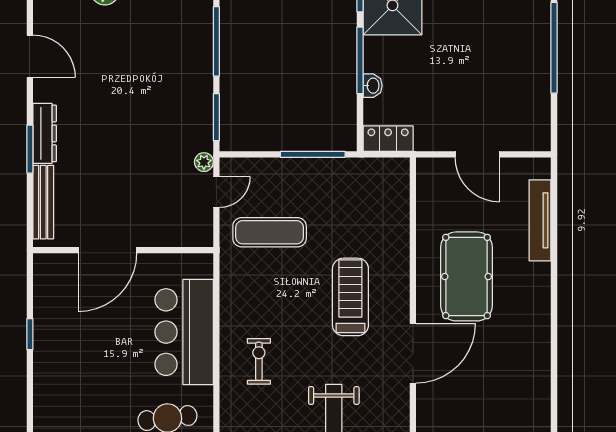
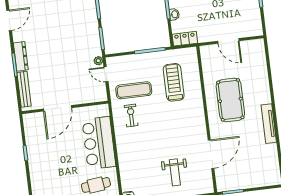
door: (30, 56) -> (9, 20), hinge flipped
door: (216, 192) -> (106, 74), swing flipped
tv unit: (540, 220) -> (269, 124), moved
treadmill: (350, 297) -> (174, 82), moved
door: (413, 353) -> (211, 154), moved
exercise bike: (259, 361) -> (131, 116), moved

